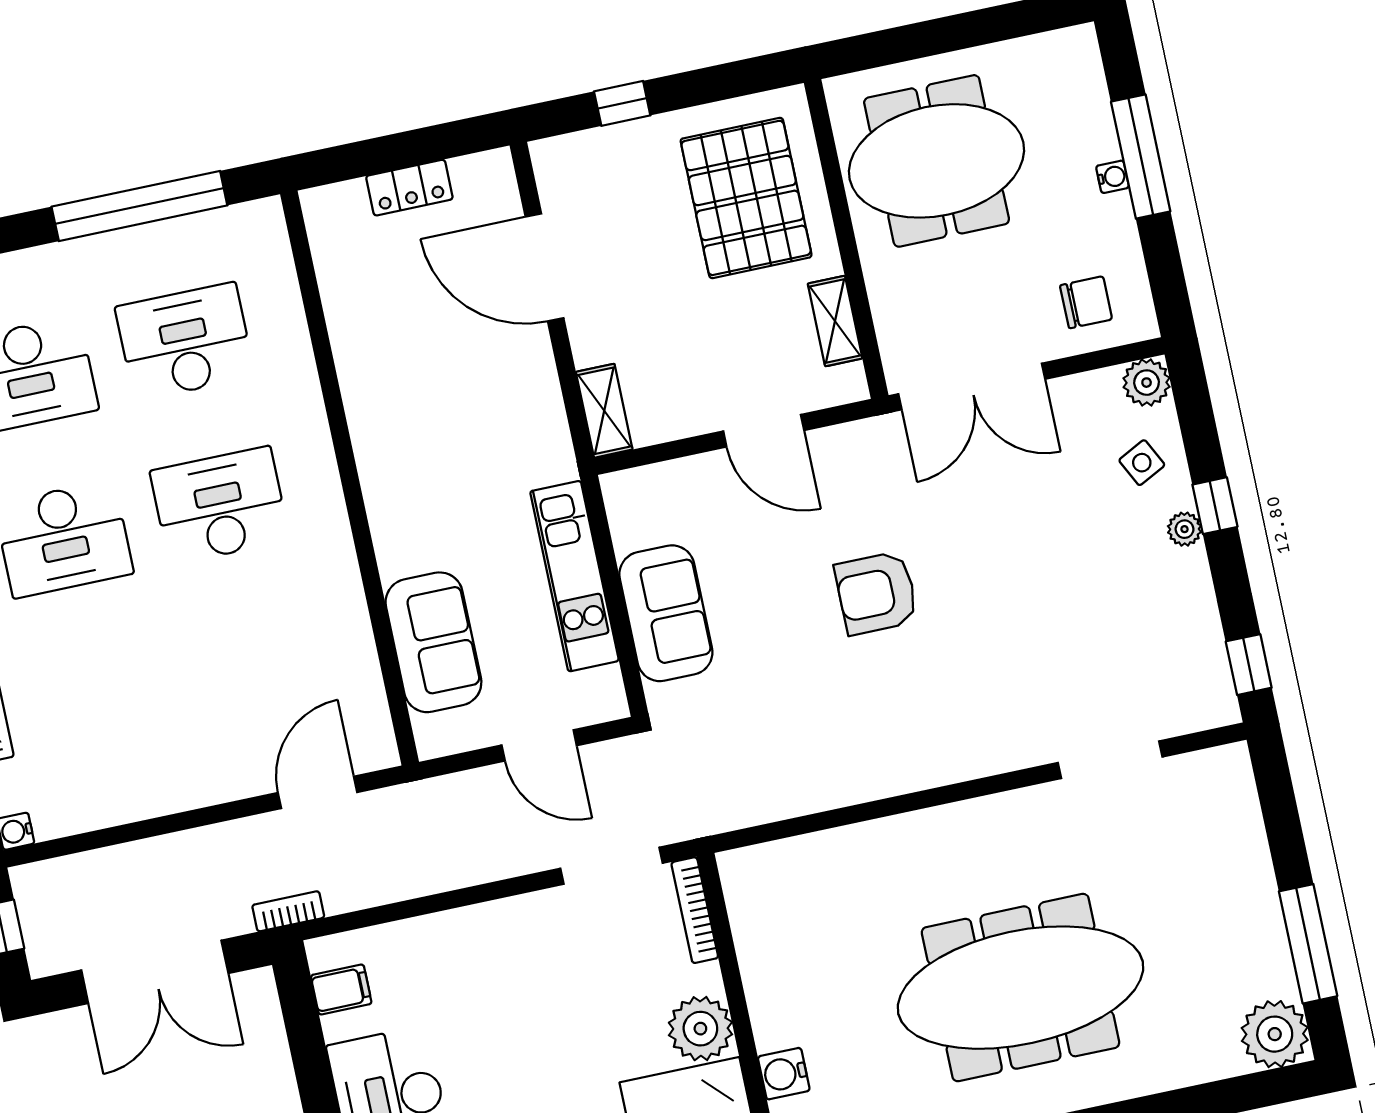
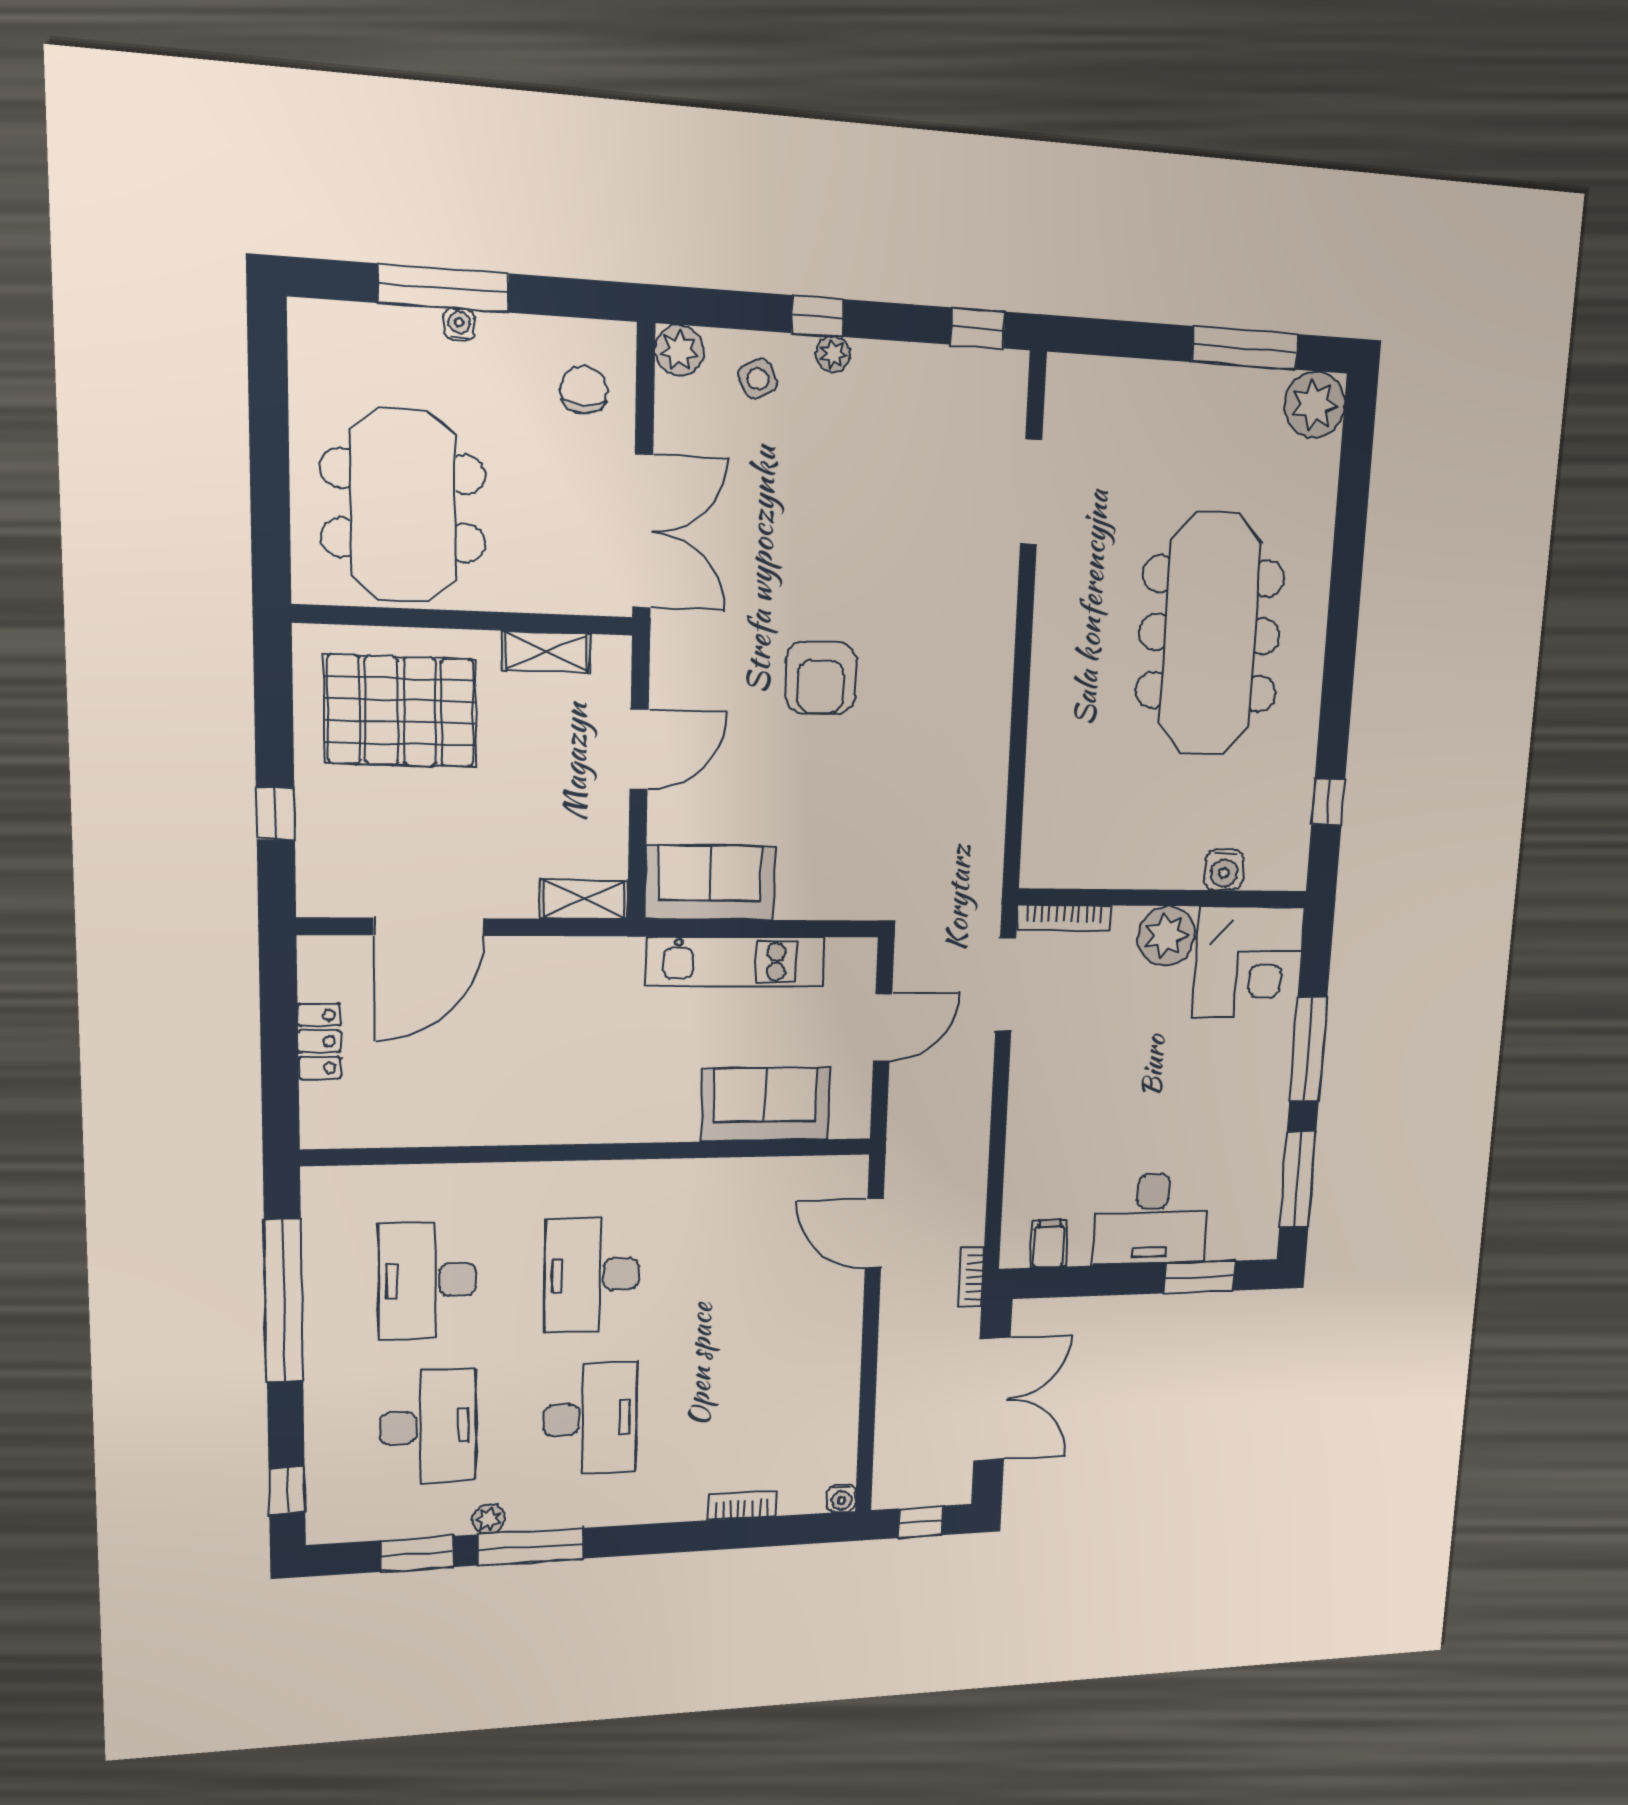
sofa: (666, 613) -> (710, 883), moved

